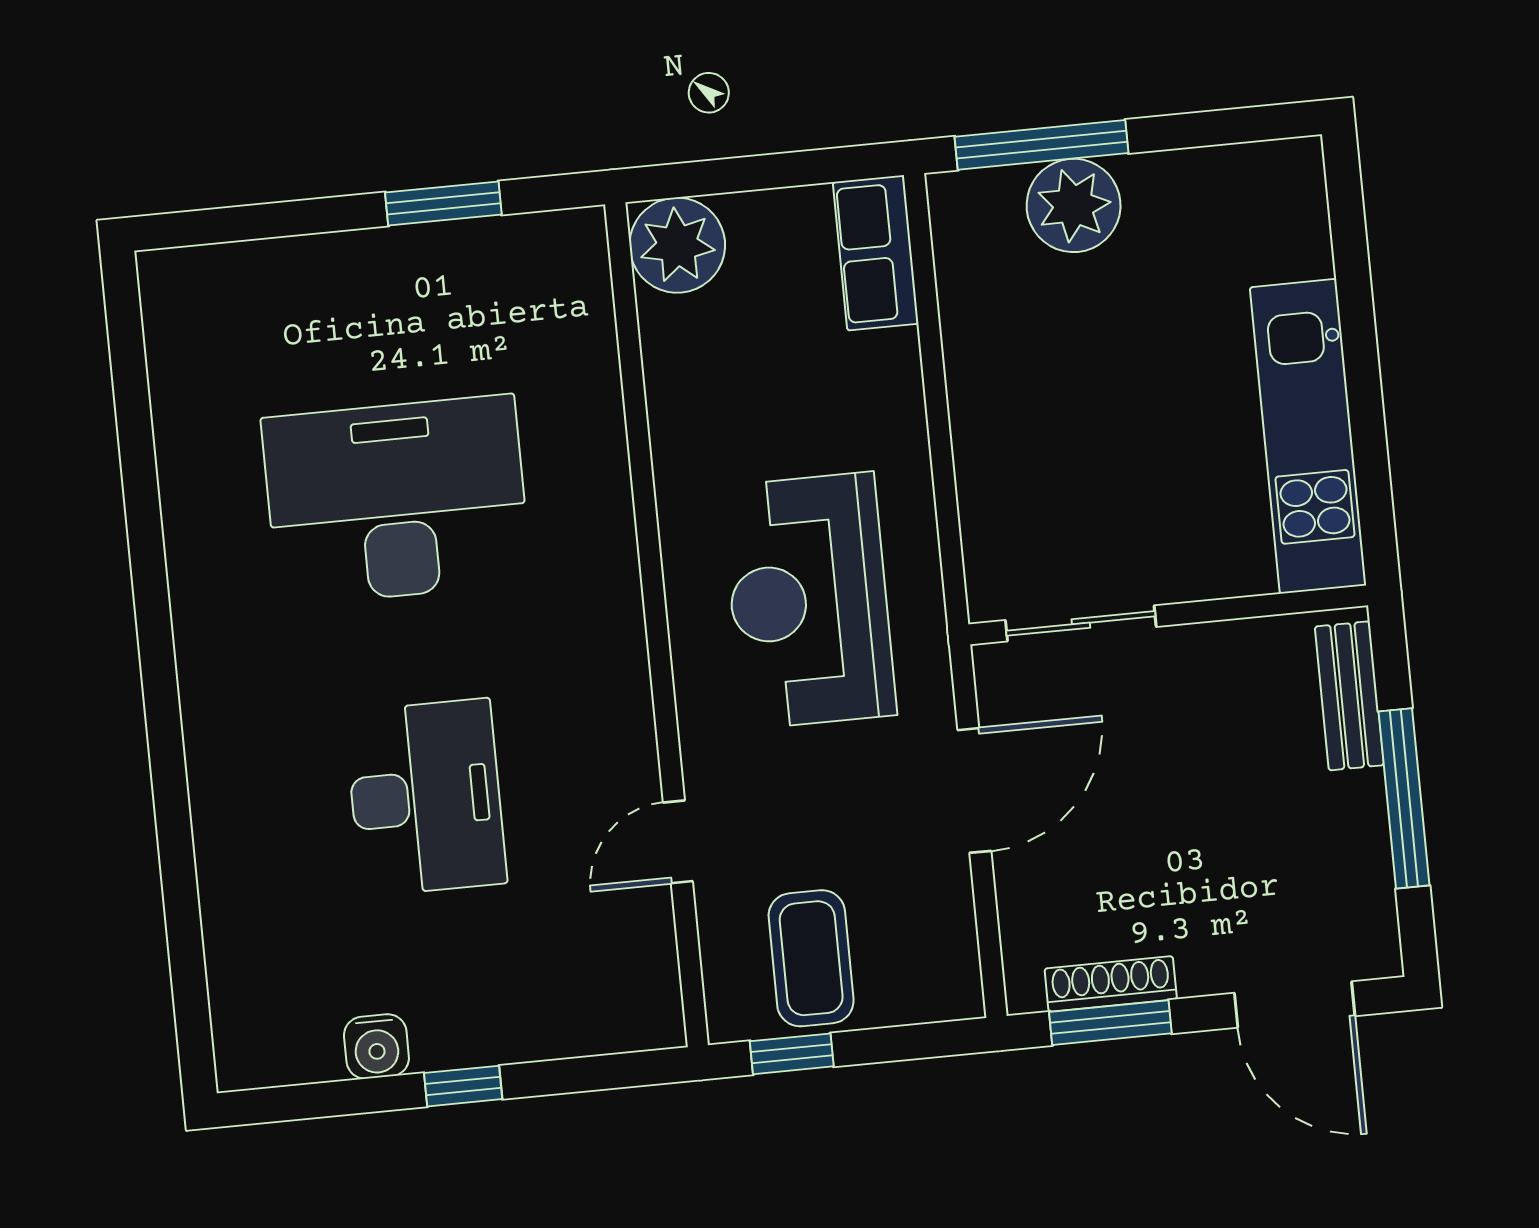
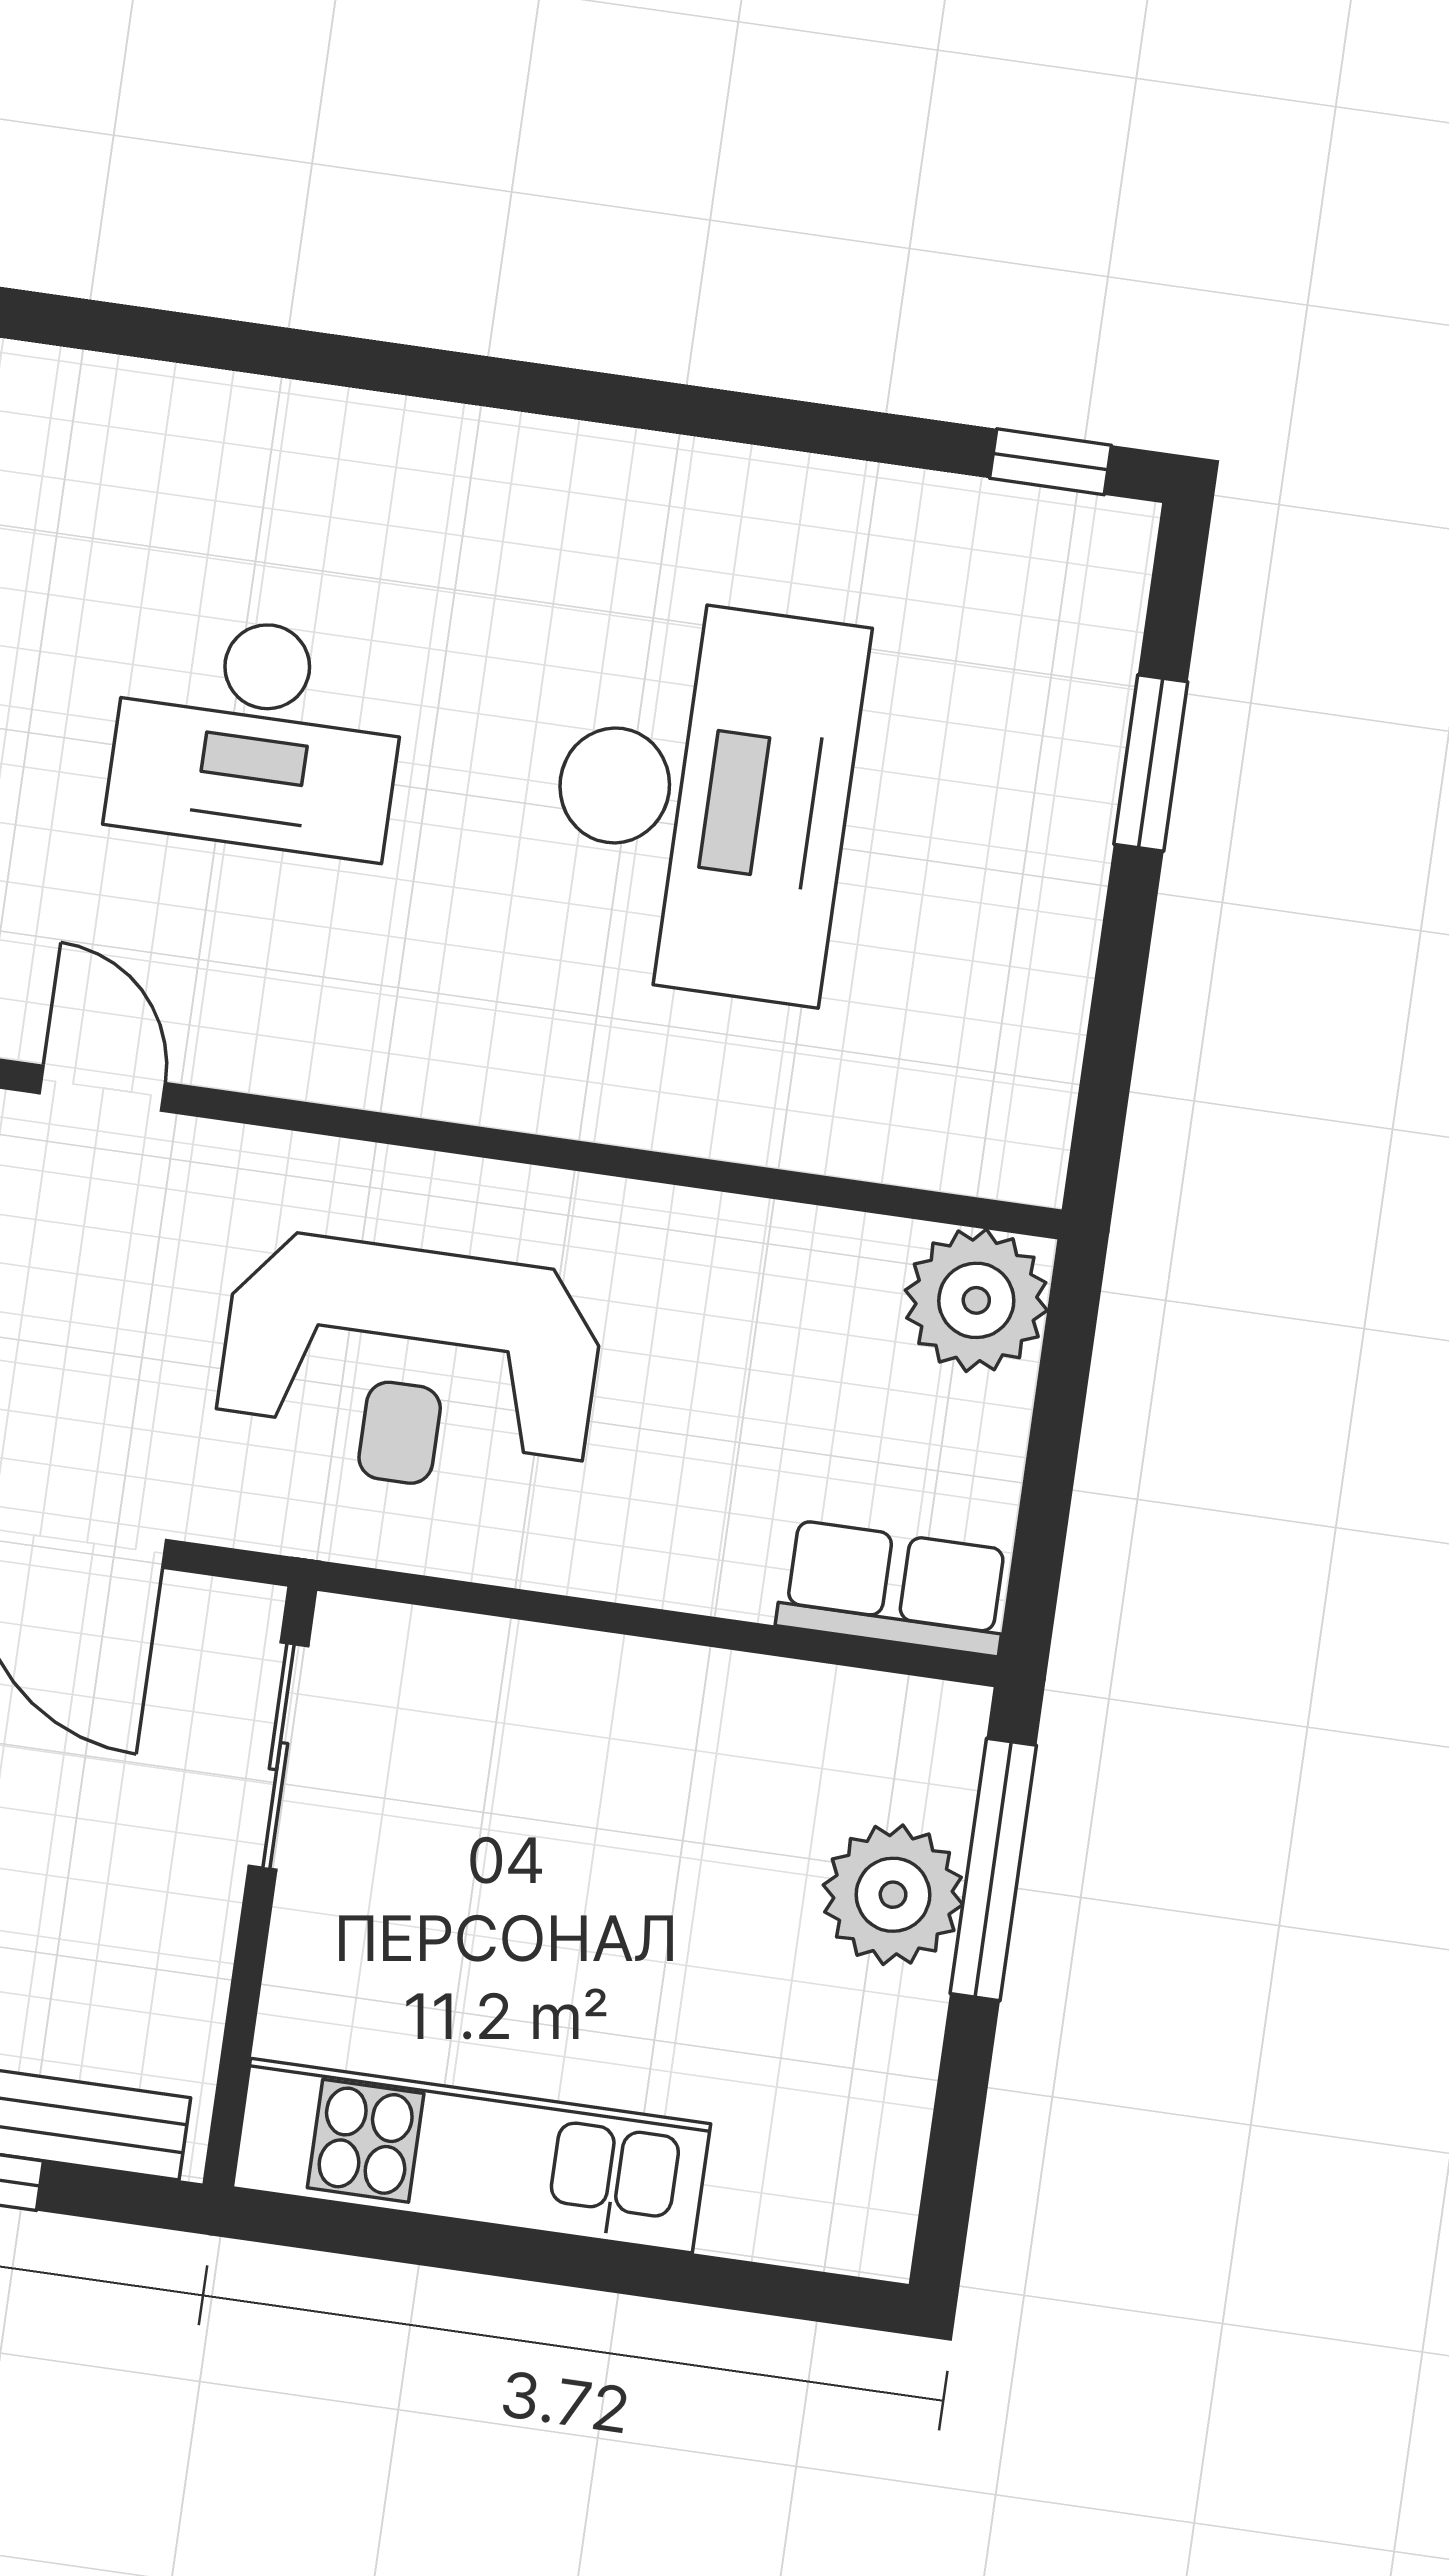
window: (443, 203) -> (1151, 763), moved
window: (125, 329) -> (1051, 462), added
reception desk: (809, 601) -> (409, 1366), turned 180

